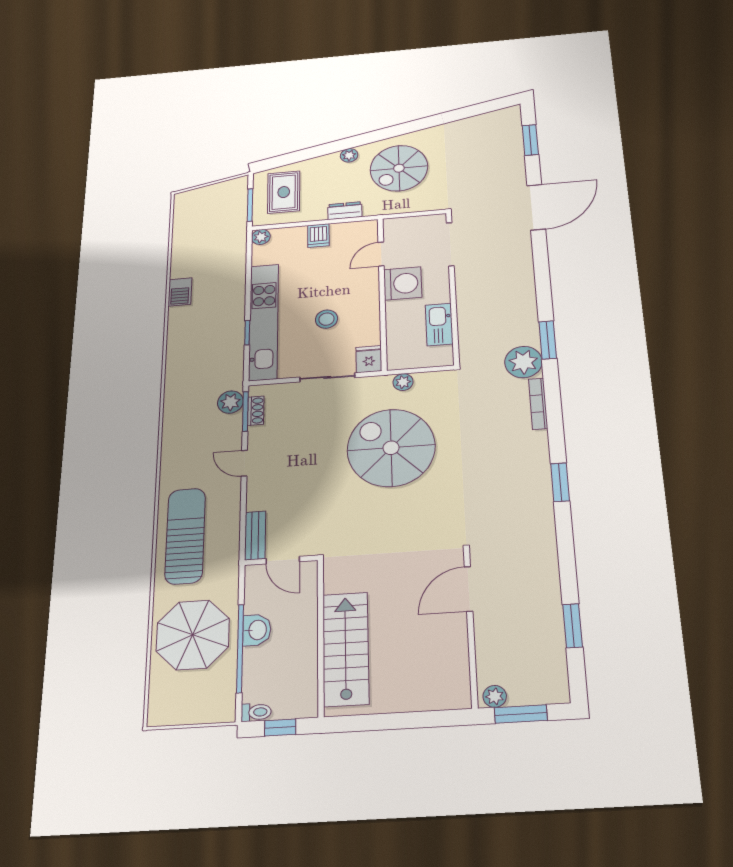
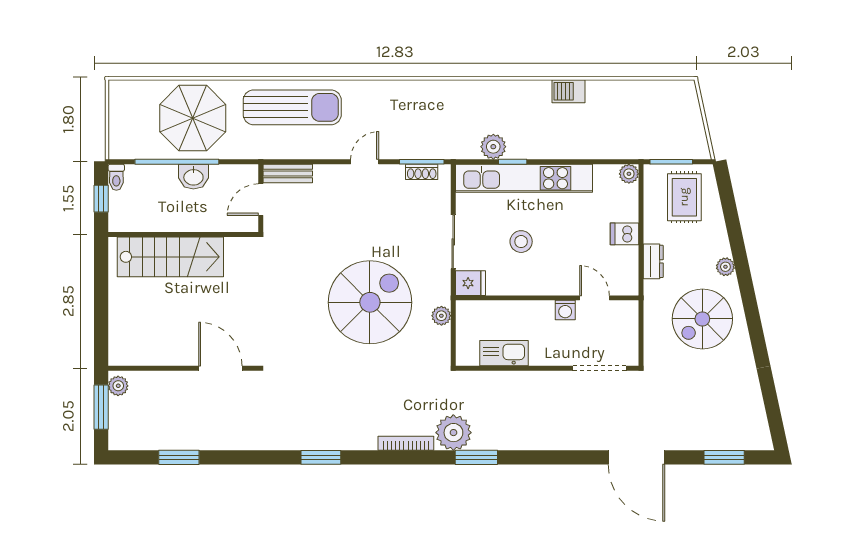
spiral stairs: (399, 168) -> (702, 319), turned -90
rug: (284, 192) -> (684, 197), turned 90
washing machine: (403, 283) -> (565, 310), width x0.53, depth x0.53
plant: (230, 402) -> (493, 147), moved

